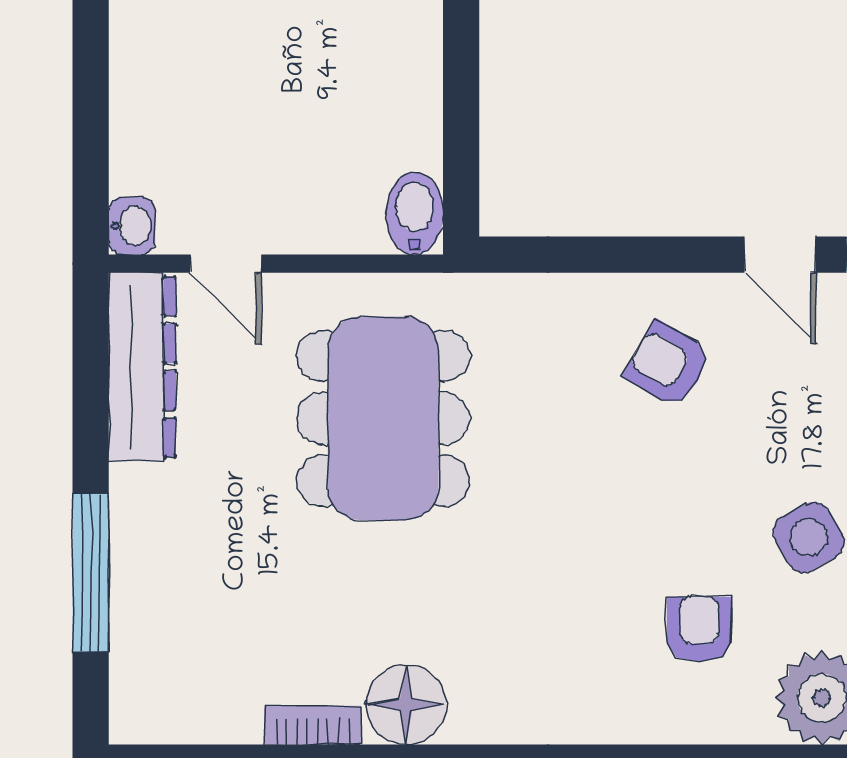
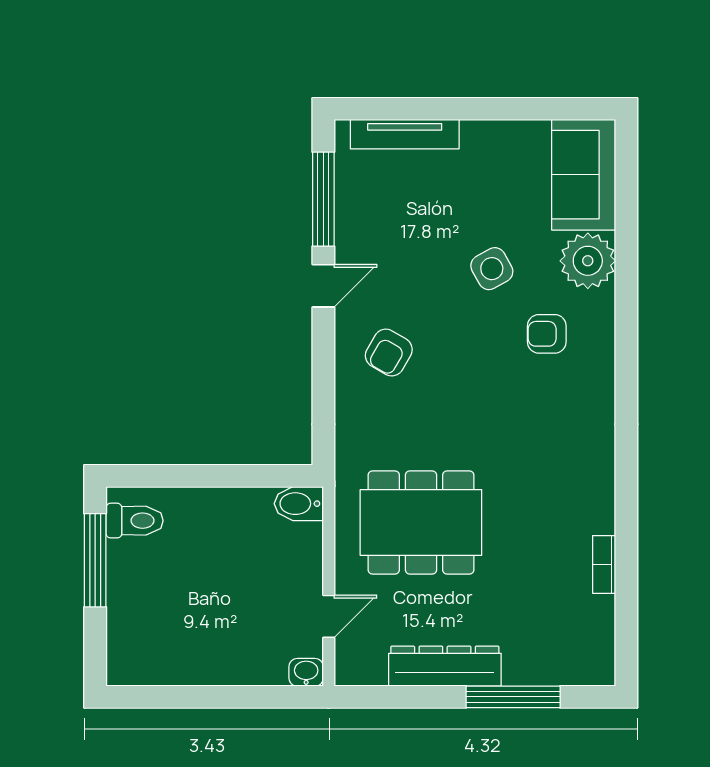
dresser: (142, 367) -> (445, 666), moved
floor lamp: (406, 705) -> (592, 509), removed

